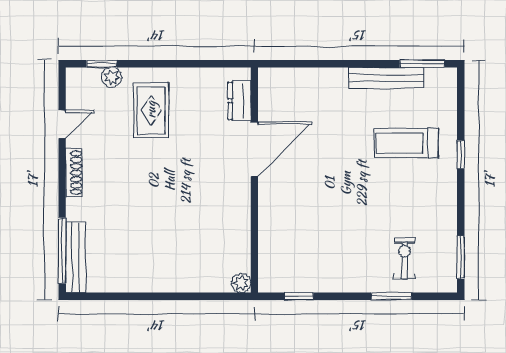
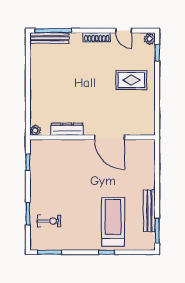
plant: (112, 77) -> (150, 39), moved
dresser: (239, 101) -> (67, 129), moved, width x1.44
treadmill: (406, 143) -> (113, 222), width x1.37, depth x1.38

